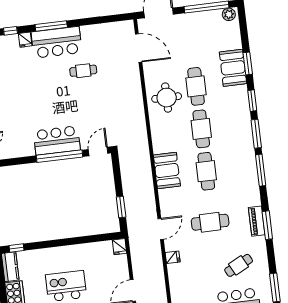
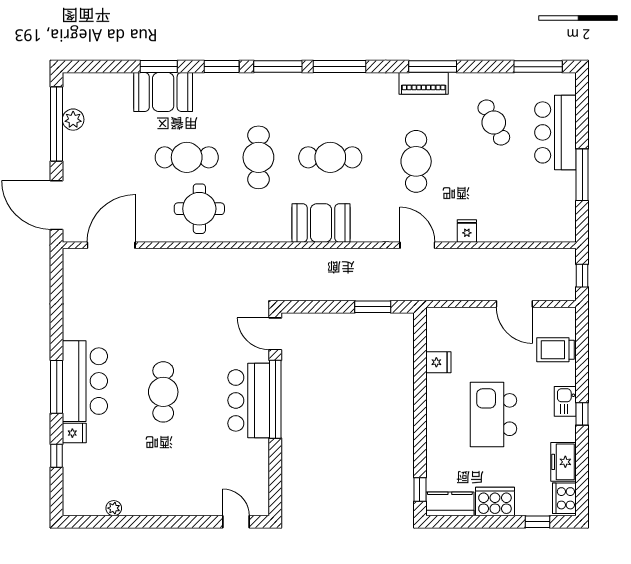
plant: (229, 14) -> (73, 120), moved
cafe table: (83, 71) -> (163, 392), moved, width x1.37, depth x1.35
cafe table: (201, 129) -> (258, 157), turned 90
fridge: (119, 247) -> (438, 362), moved

